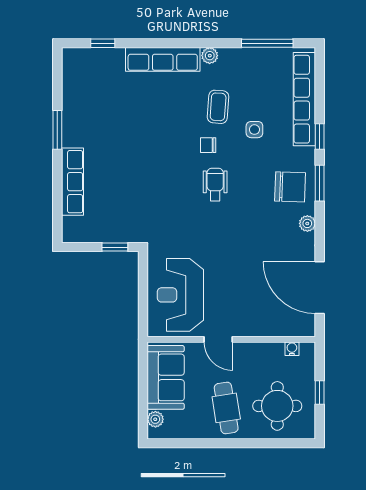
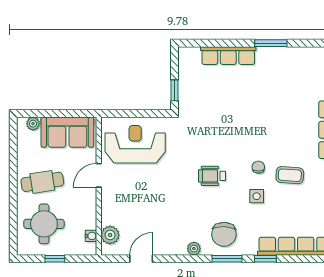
side table: (254, 130) -> (257, 196), moved
wheelchair: (215, 184) -> (212, 176), moved, turned 180
door: (320, 288) -> (141, 259), width x0.53
plant: (291, 325) -> (110, 235), added

